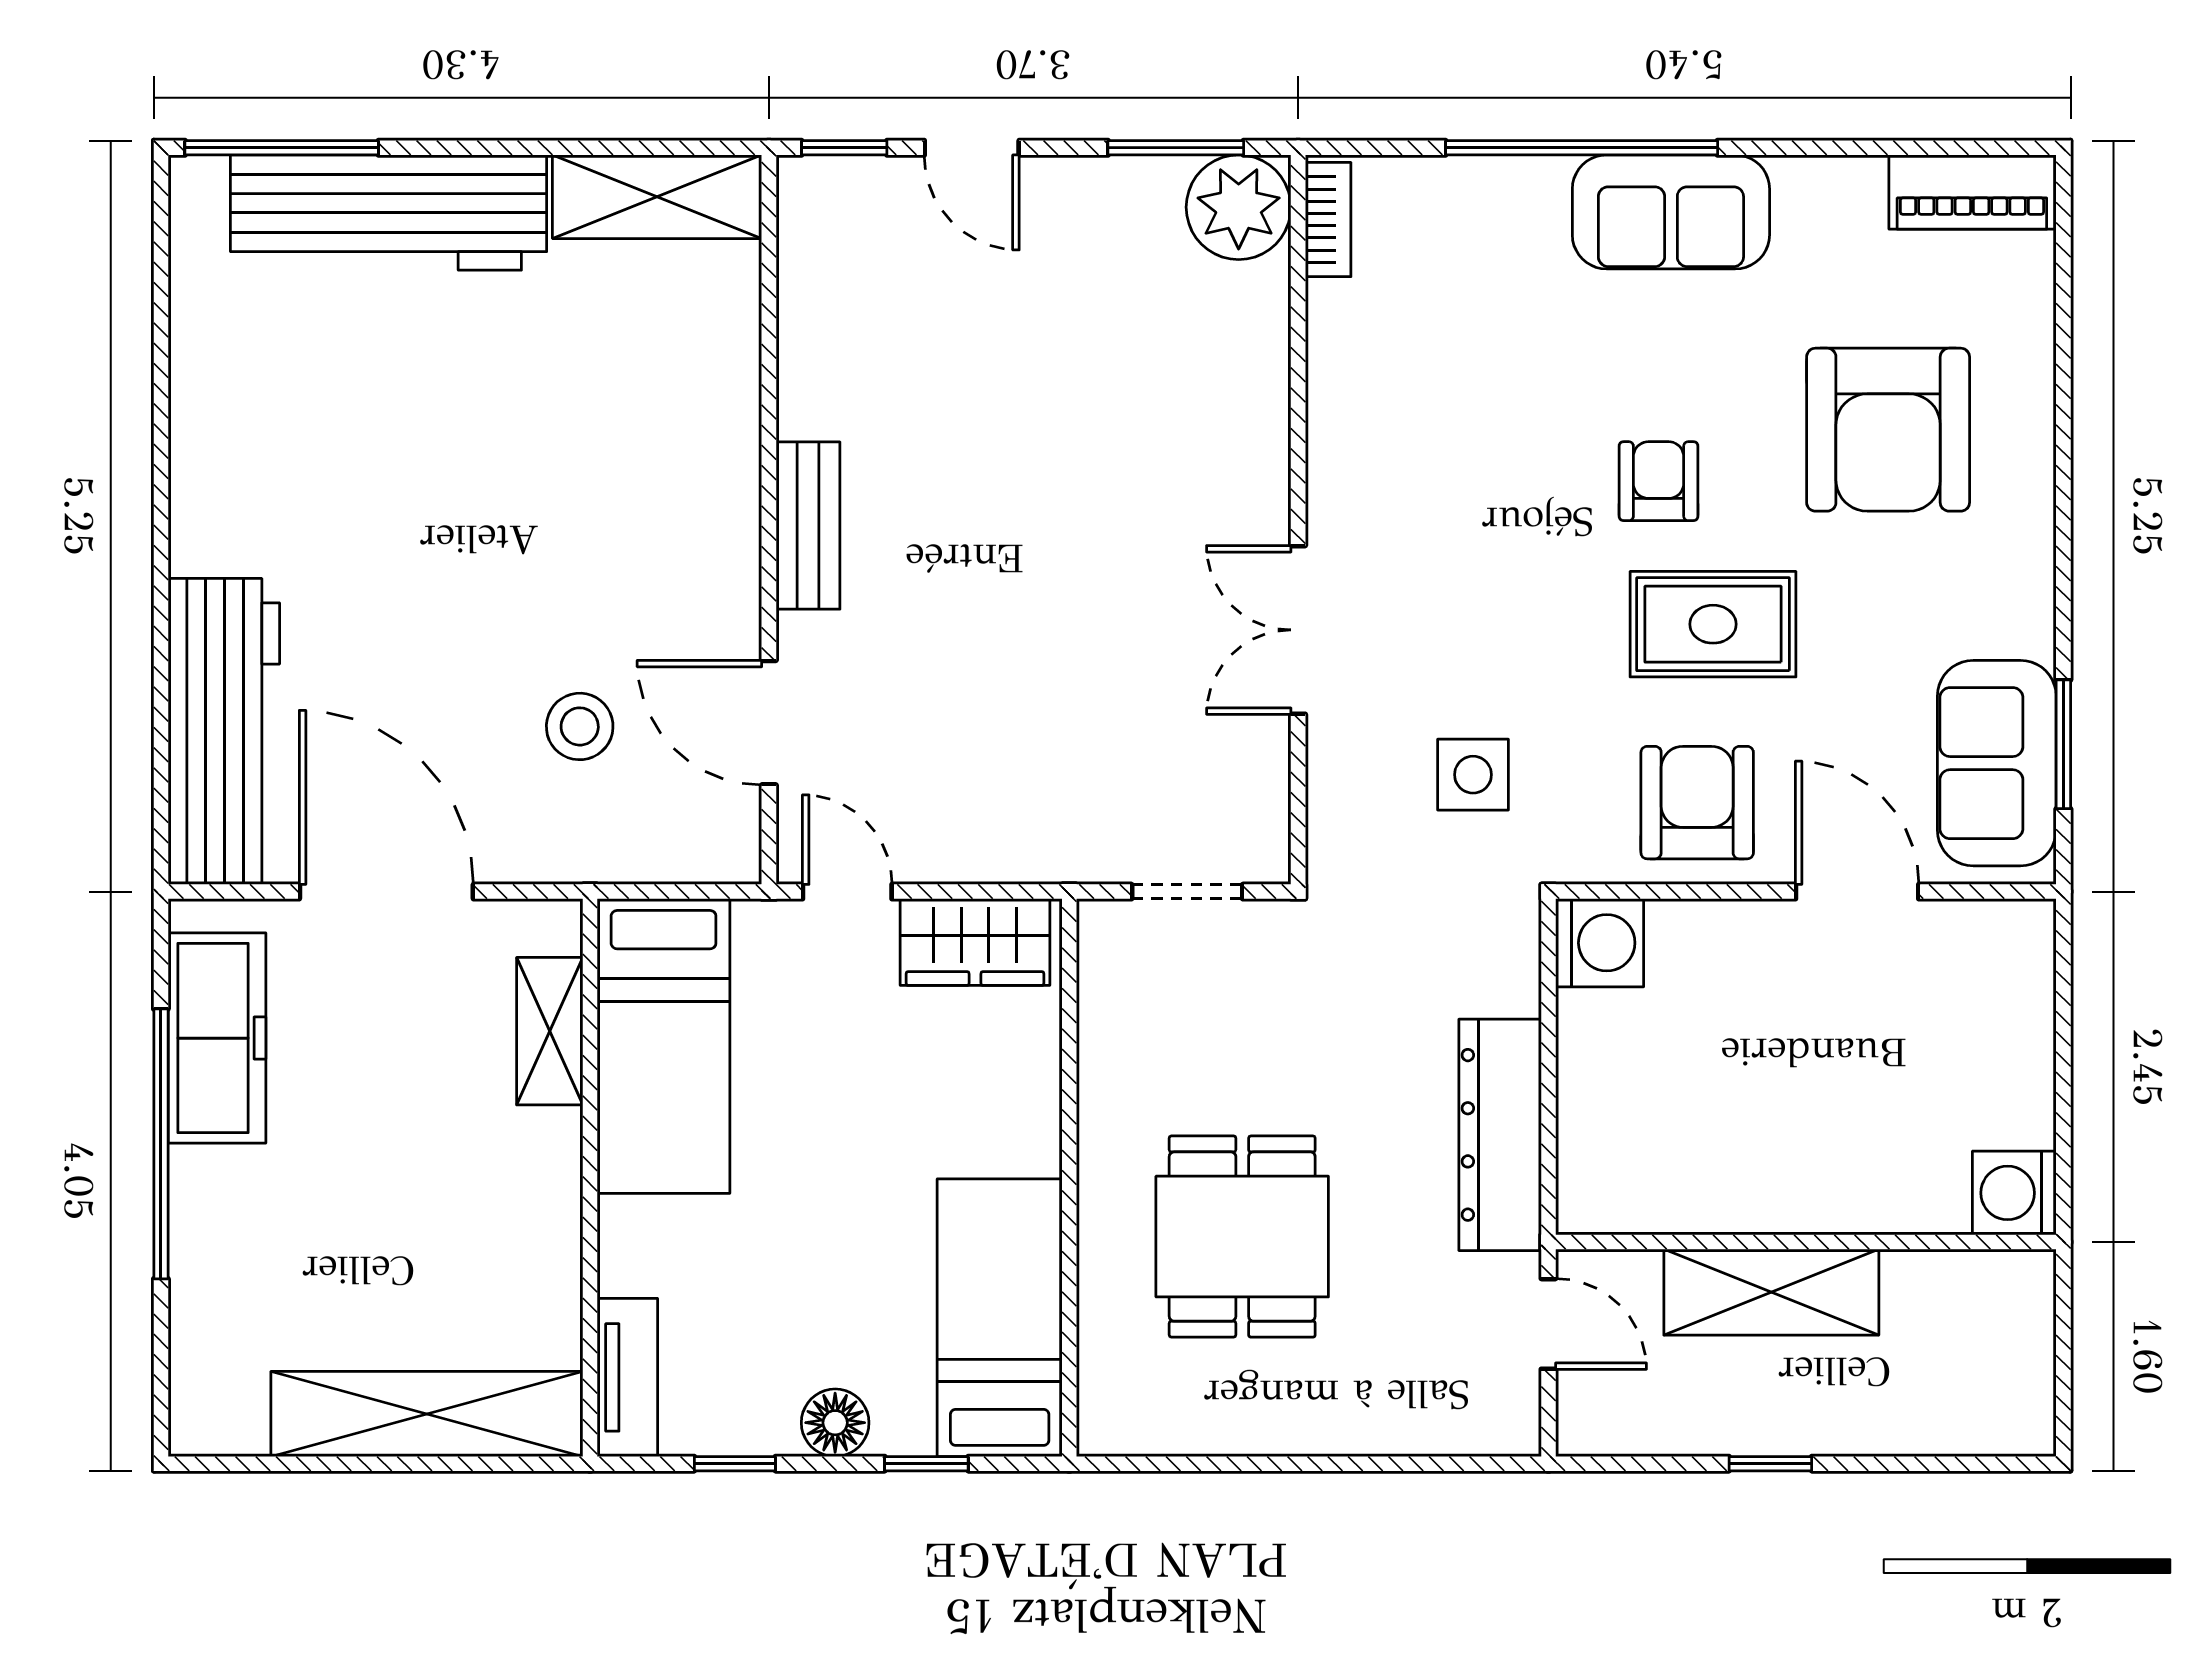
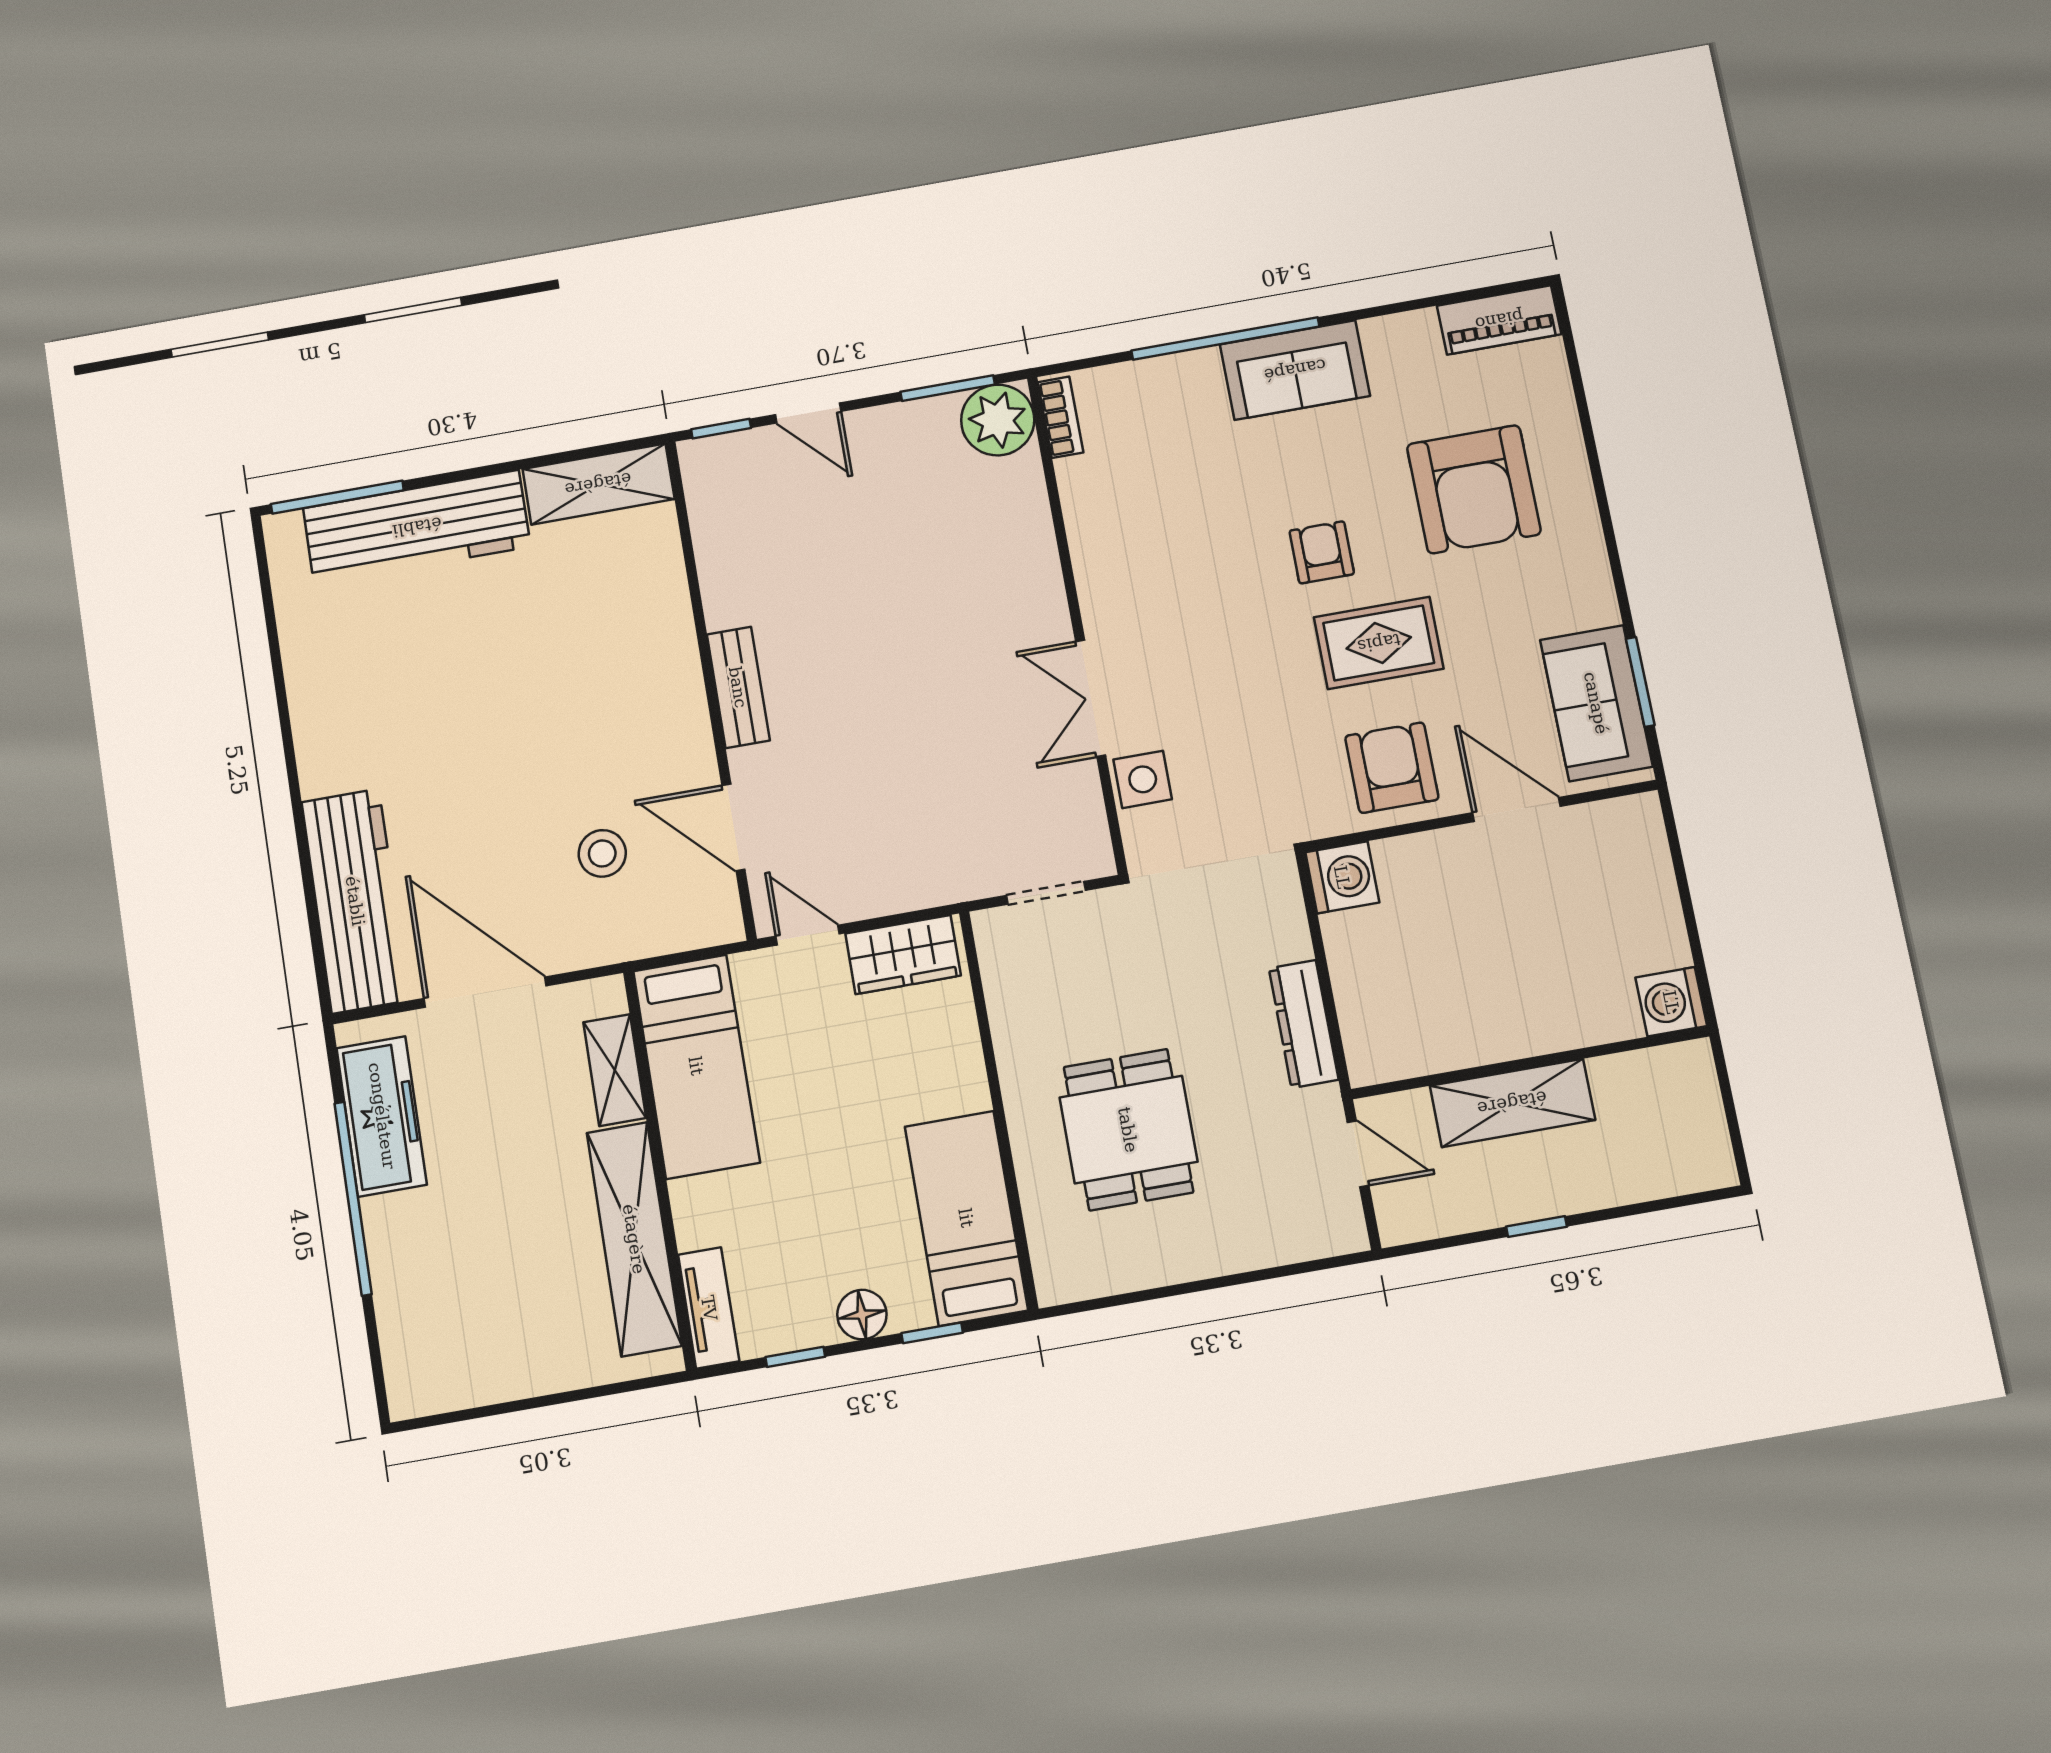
side table: (1473, 775) -> (1143, 779), moved
dresser: (1500, 1135) -> (1304, 1024), width x0.73, depth x0.80
shelving: (427, 1414) -> (634, 1239), moved, turned 90

